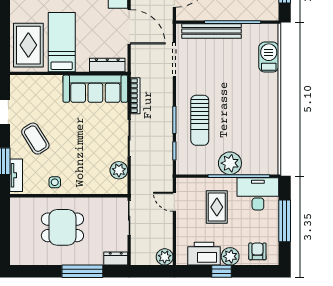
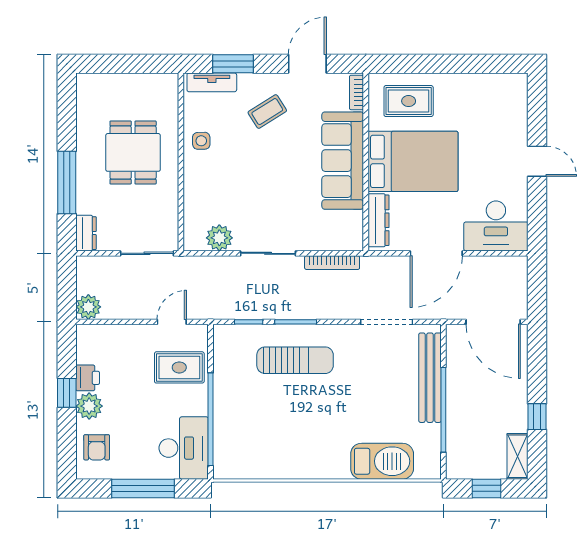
bed: (62, 42) -> (413, 161), width x1.50
rug: (28, 45) -> (409, 101), width x0.73, depth x0.70
barbecue: (269, 57) -> (382, 461), width x1.37, depth x1.21
bookcase: (23, 80) -> (356, 92), added
sofa: (95, 89) -> (343, 161), moved
sun lounger: (200, 120) -> (295, 360), turned 180
coffee table: (35, 139) -> (267, 112), width x0.73, depth x0.77
plant: (230, 163) -> (230, 406), removed
rug: (217, 207) -> (179, 367), moved
armchair: (257, 251) -> (97, 447), turned 90
printer: (204, 254) -> (88, 378), width x0.53, depth x0.68

